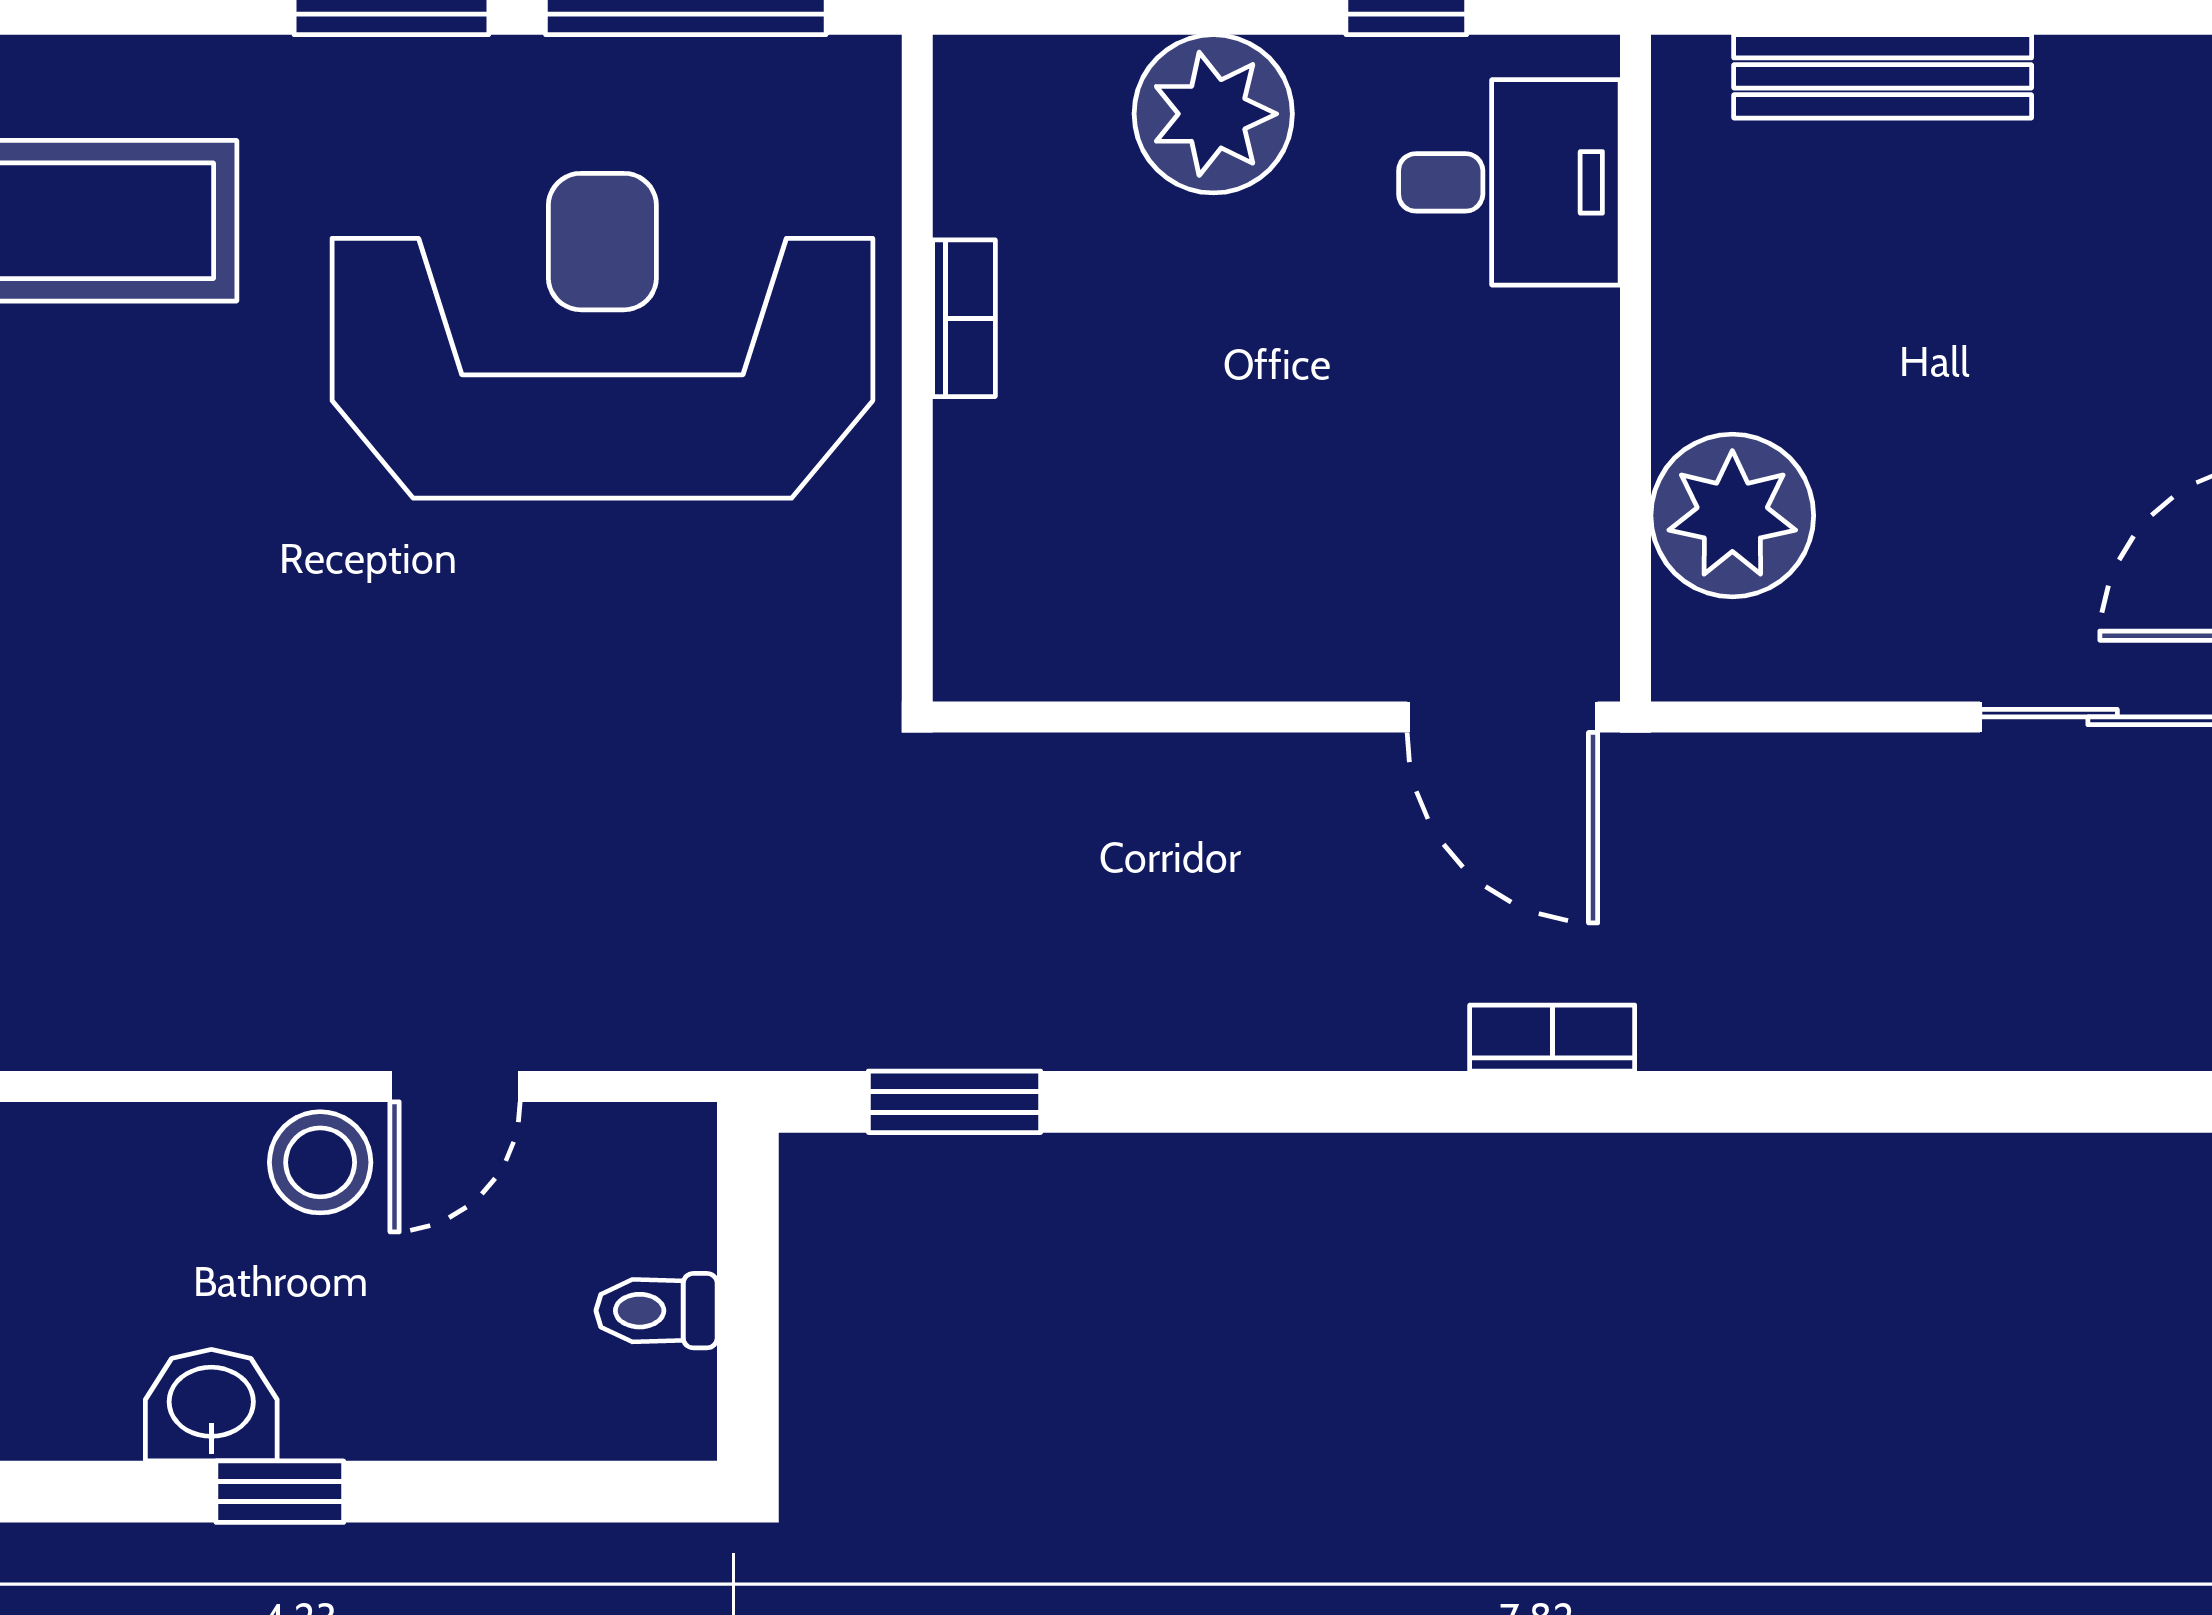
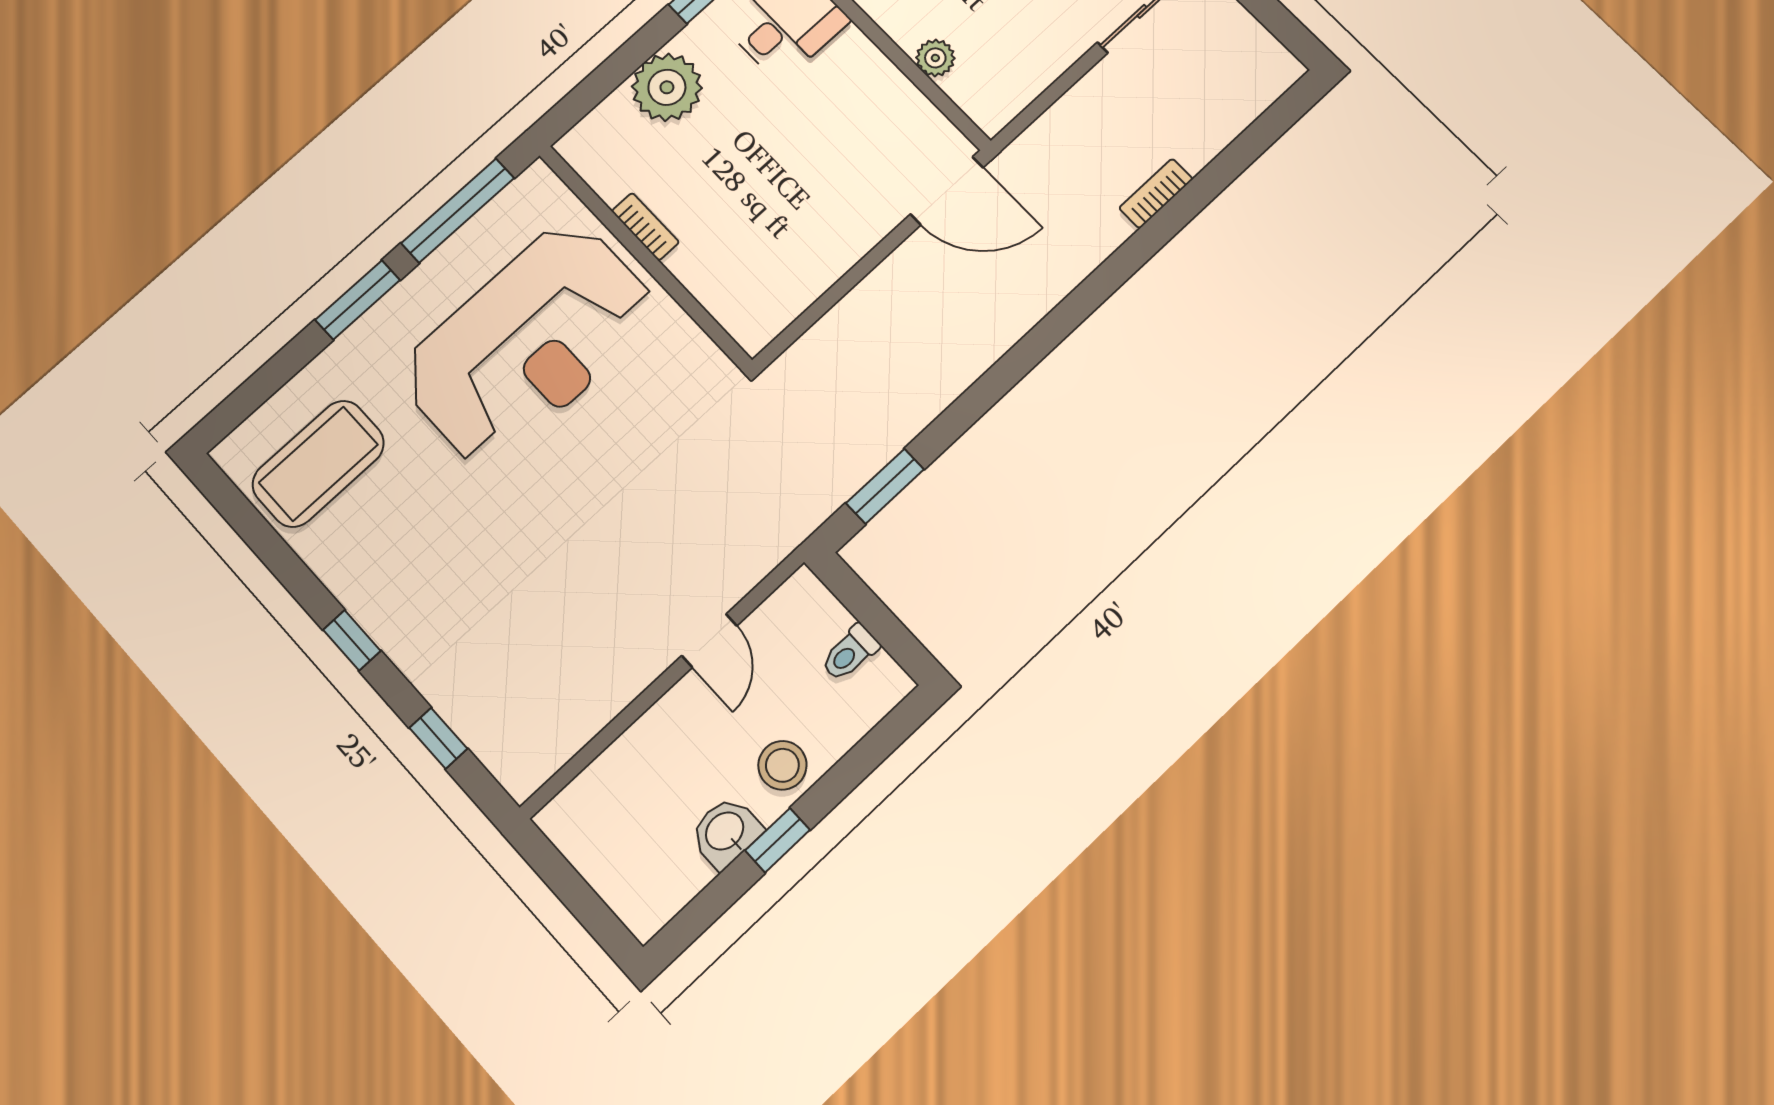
reception desk: (602, 336) -> (528, 343), turned 180
plant: (1732, 516) -> (935, 58), width x0.53, depth x0.53
bookcase: (1552, 1038) -> (1156, 193), moved
stool: (320, 1162) -> (782, 765), moved

